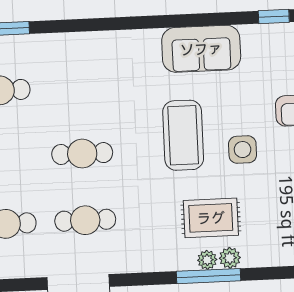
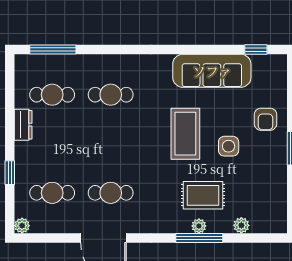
sofa: (201, 49) -> (212, 71), width x1.36
cafe table: (82, 154) -> (111, 95), moved
plant: (230, 258) -> (241, 225), moved

